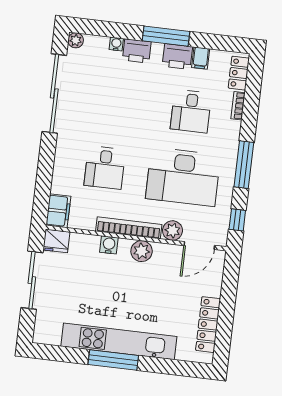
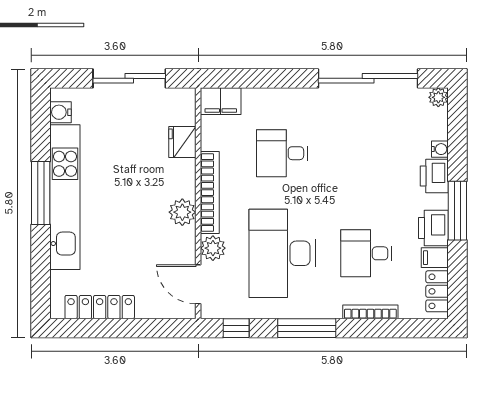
locker: (239, 73) -> (437, 291), moved, turned -90
bookcase: (238, 106) -> (370, 312), width x1.56
fridge: (56, 241) -> (182, 142), moved
water cooler: (109, 245) -> (61, 112), moved, turned 180

